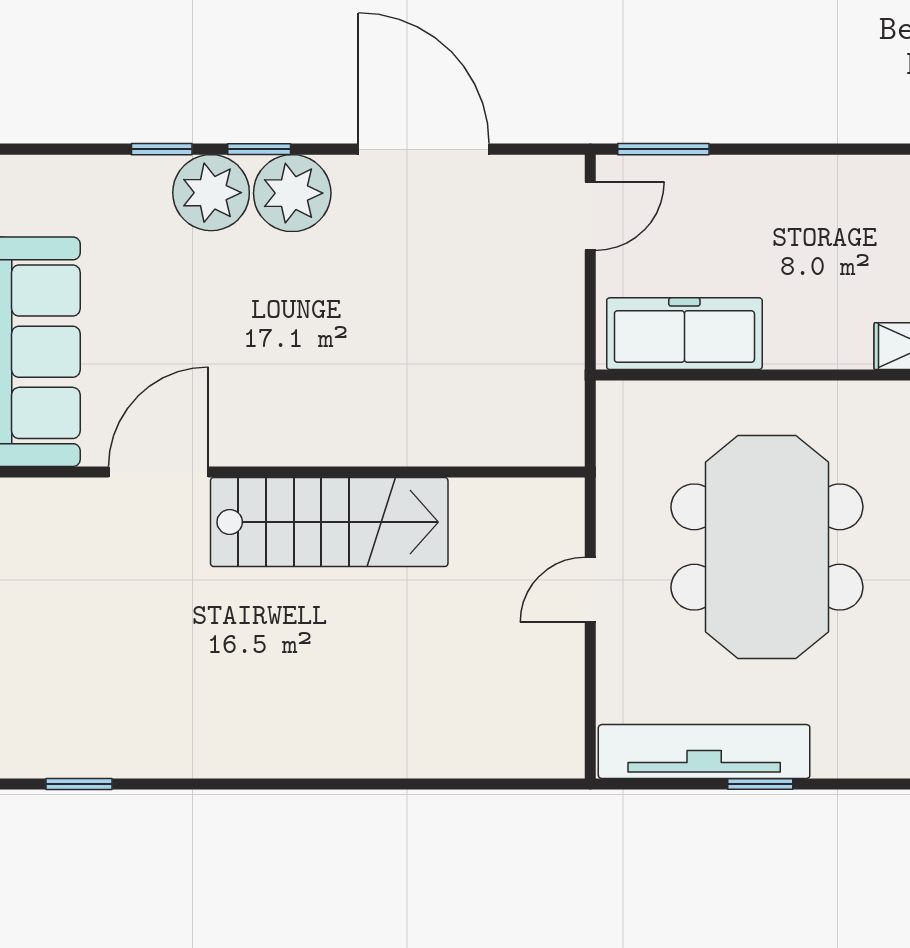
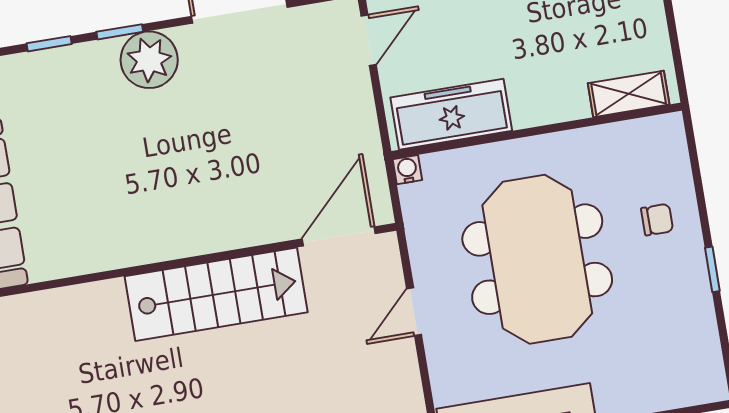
plant: (211, 193) -> (90, 69), removed
water cooler: (613, 398) -> (407, 170), added
door: (159, 472) -> (339, 236), moved

